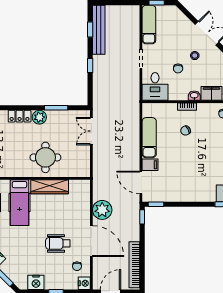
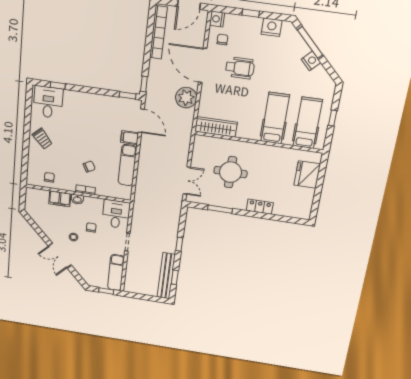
plant: (39, 117) -> (239, 203), removed
round table: (45, 157) -> (230, 172), moved
wardrobe: (50, 187) -> (216, 127), moved

